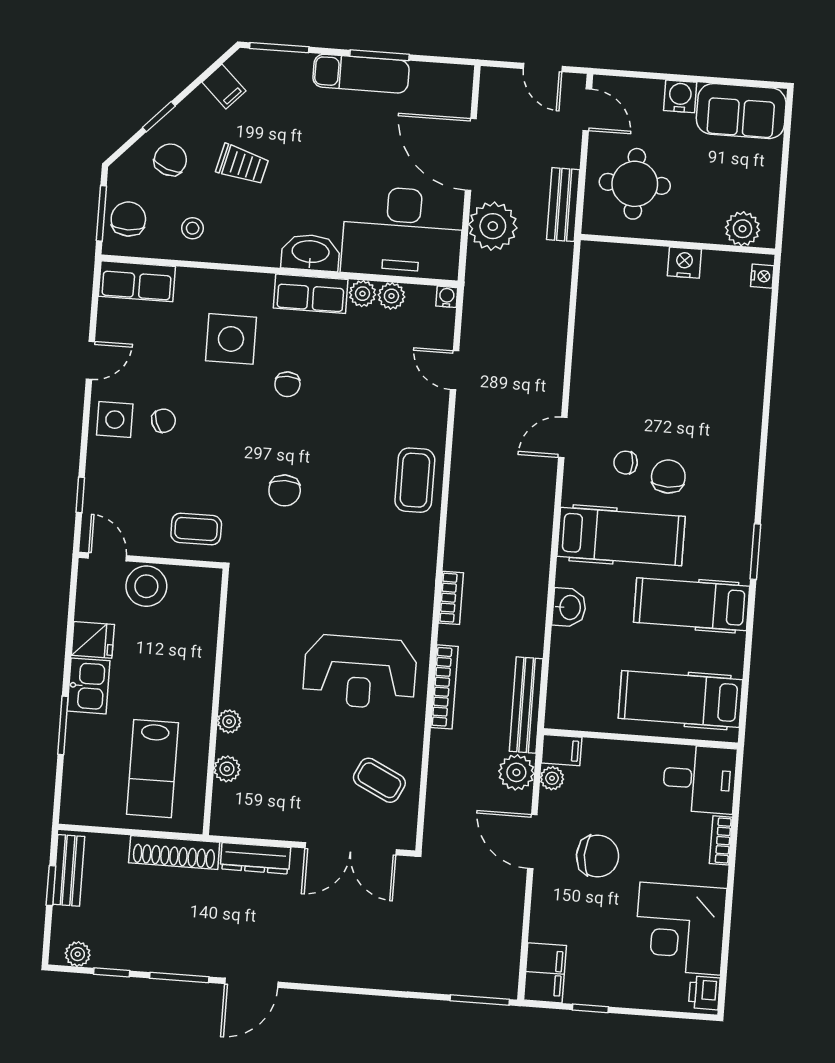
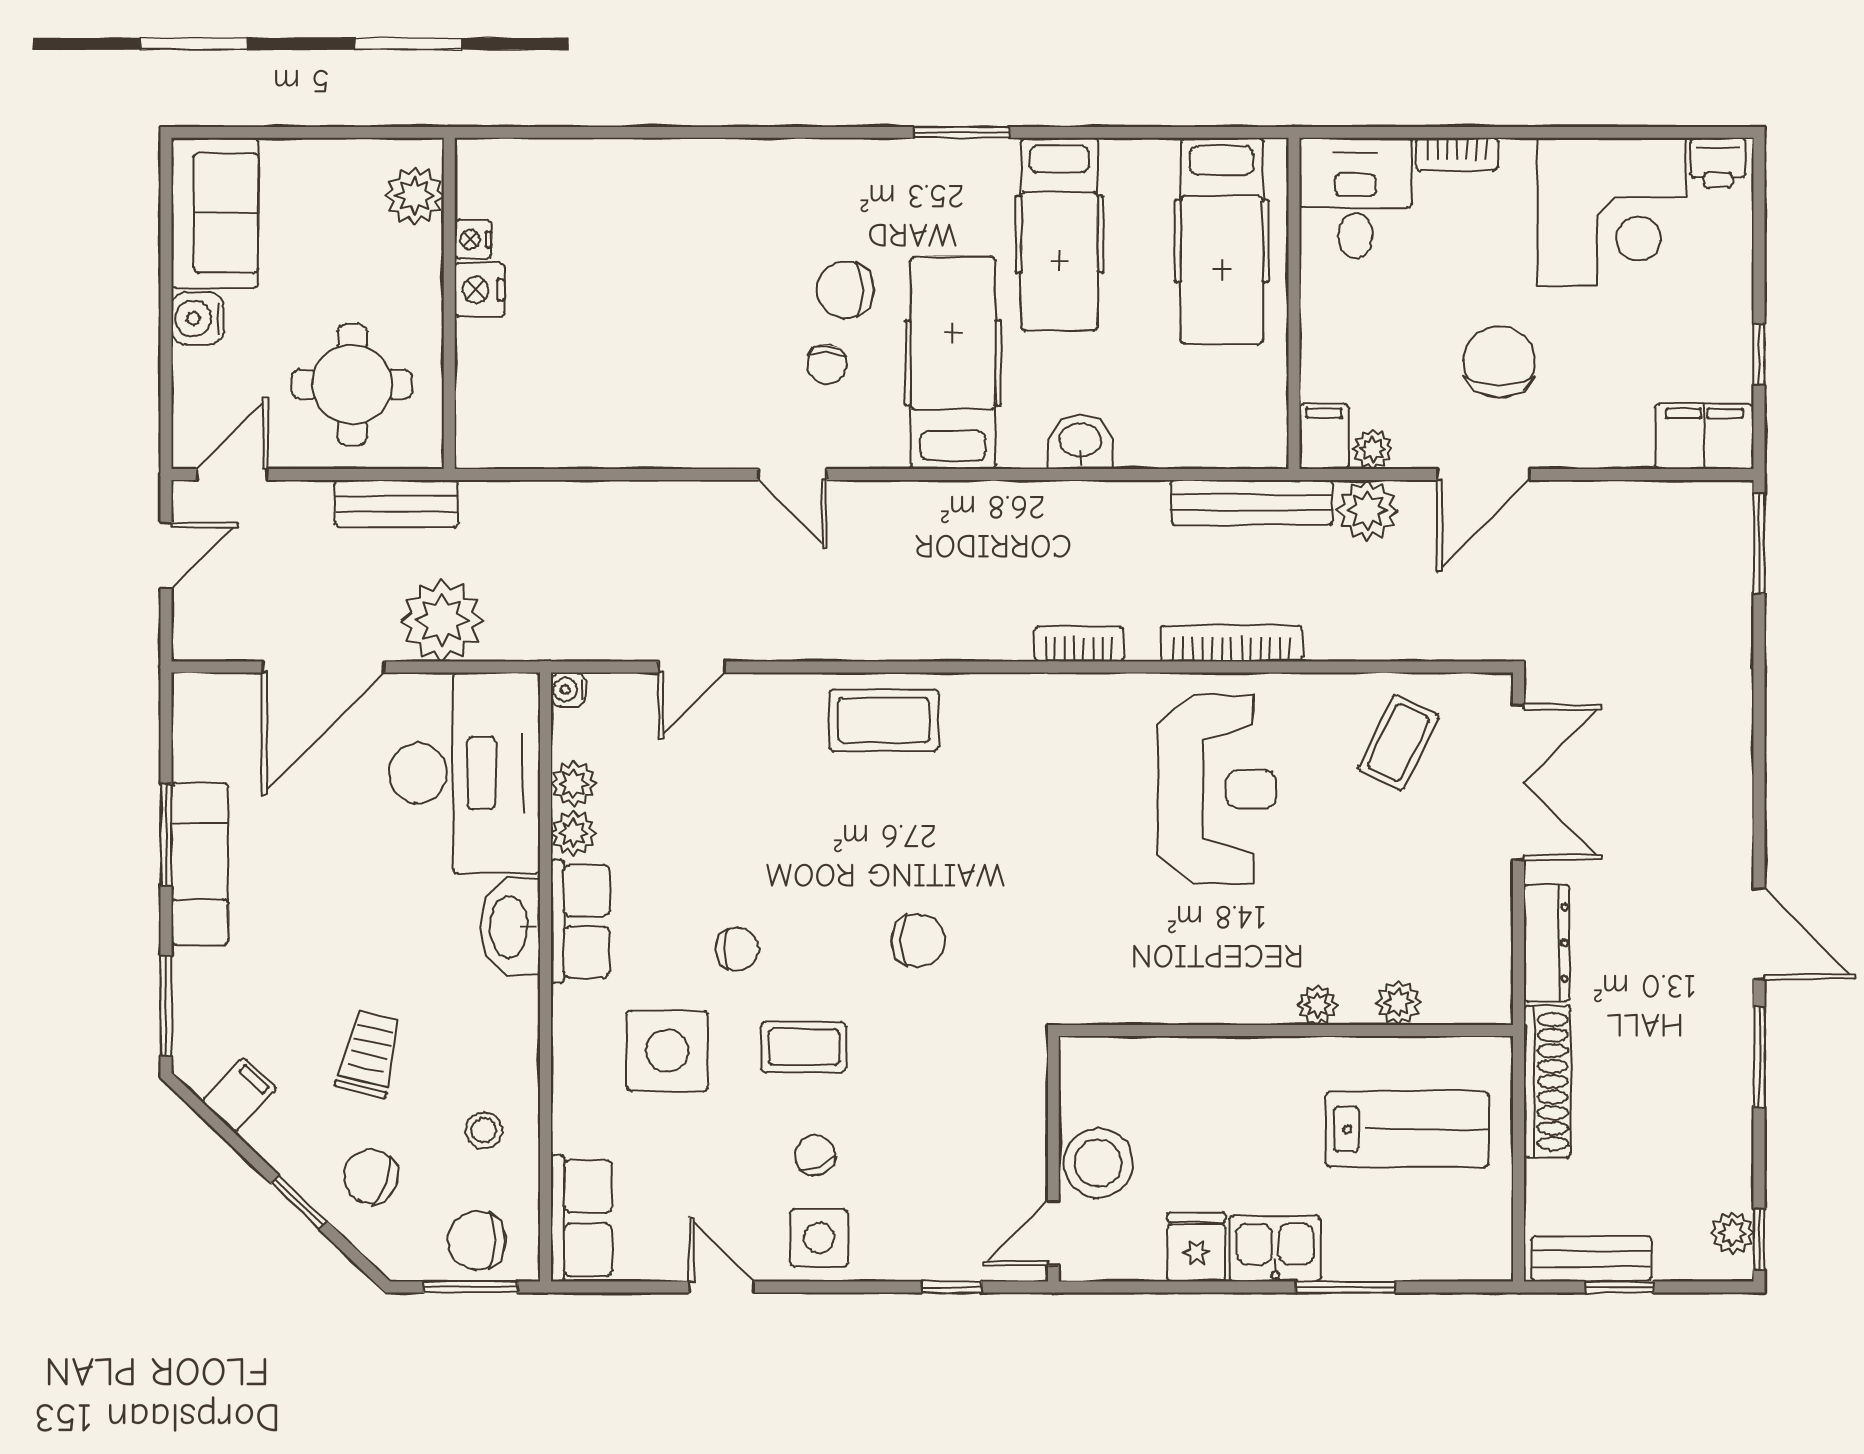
nightstand: (762, 276) -> (473, 239), moved, turned -90
coffee table: (196, 529) -> (804, 1047), moved, turned 90
window: (112, 972) -> (1759, 1239), moved

